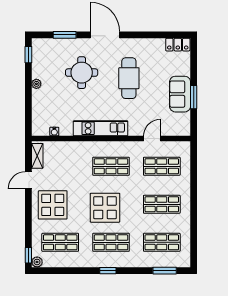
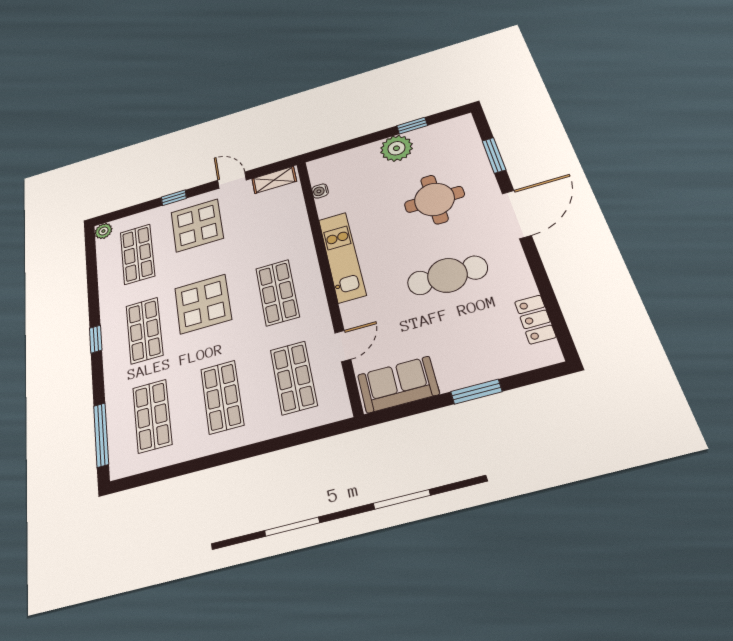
locker: (178, 45) -> (535, 319), moved
window: (28, 55) -> (412, 126), moved
plant: (36, 84) -> (396, 148), width x1.88, depth x1.88
sofa: (180, 94) -> (398, 385), moved
window: (194, 97) -> (476, 392), moved
door: (152, 138) -> (343, 346), hinge flipped
window: (28, 255) -> (174, 198), moved
window: (165, 271) -> (101, 435), width x1.44

